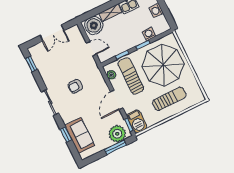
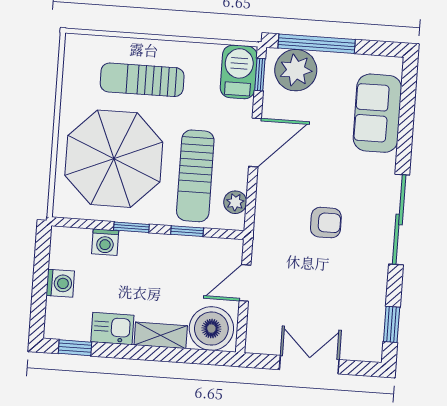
door: (91, 48) -> (245, 283), hinge flipped
sliding door: (50, 102) -> (399, 219), width x1.37
window: (66, 135) -> (405, 132), removed
window: (115, 147) -> (317, 44), width x1.44

